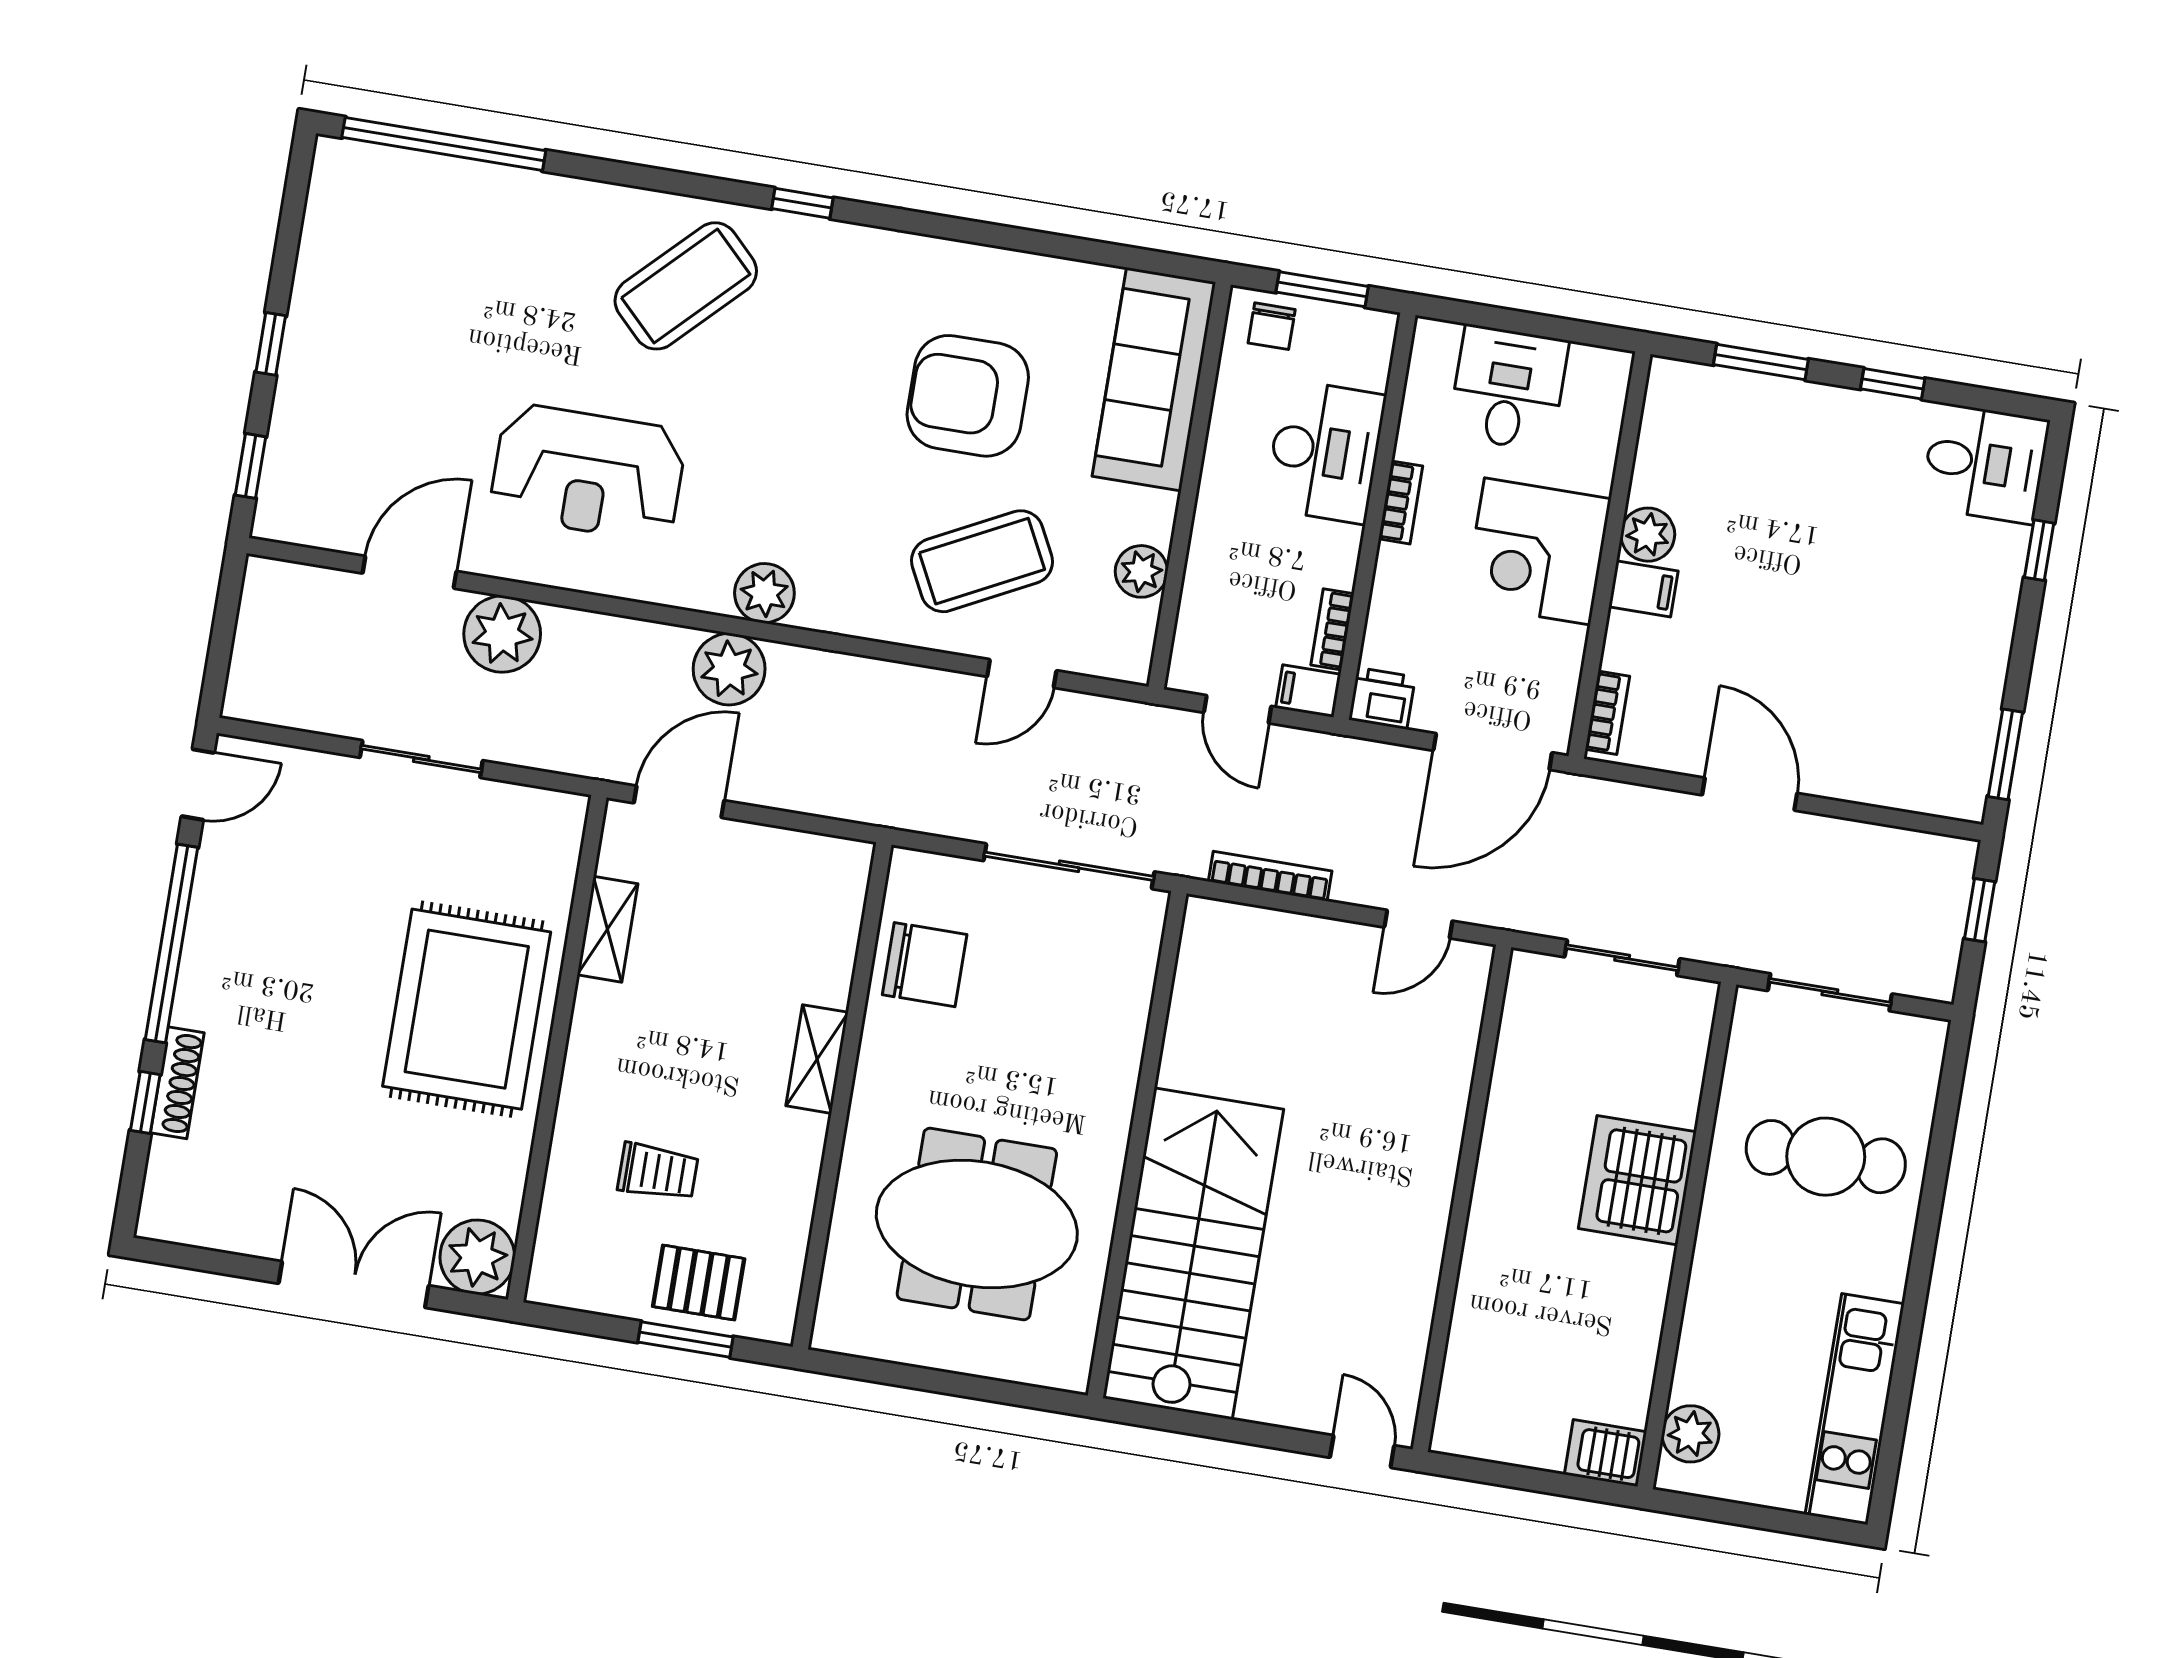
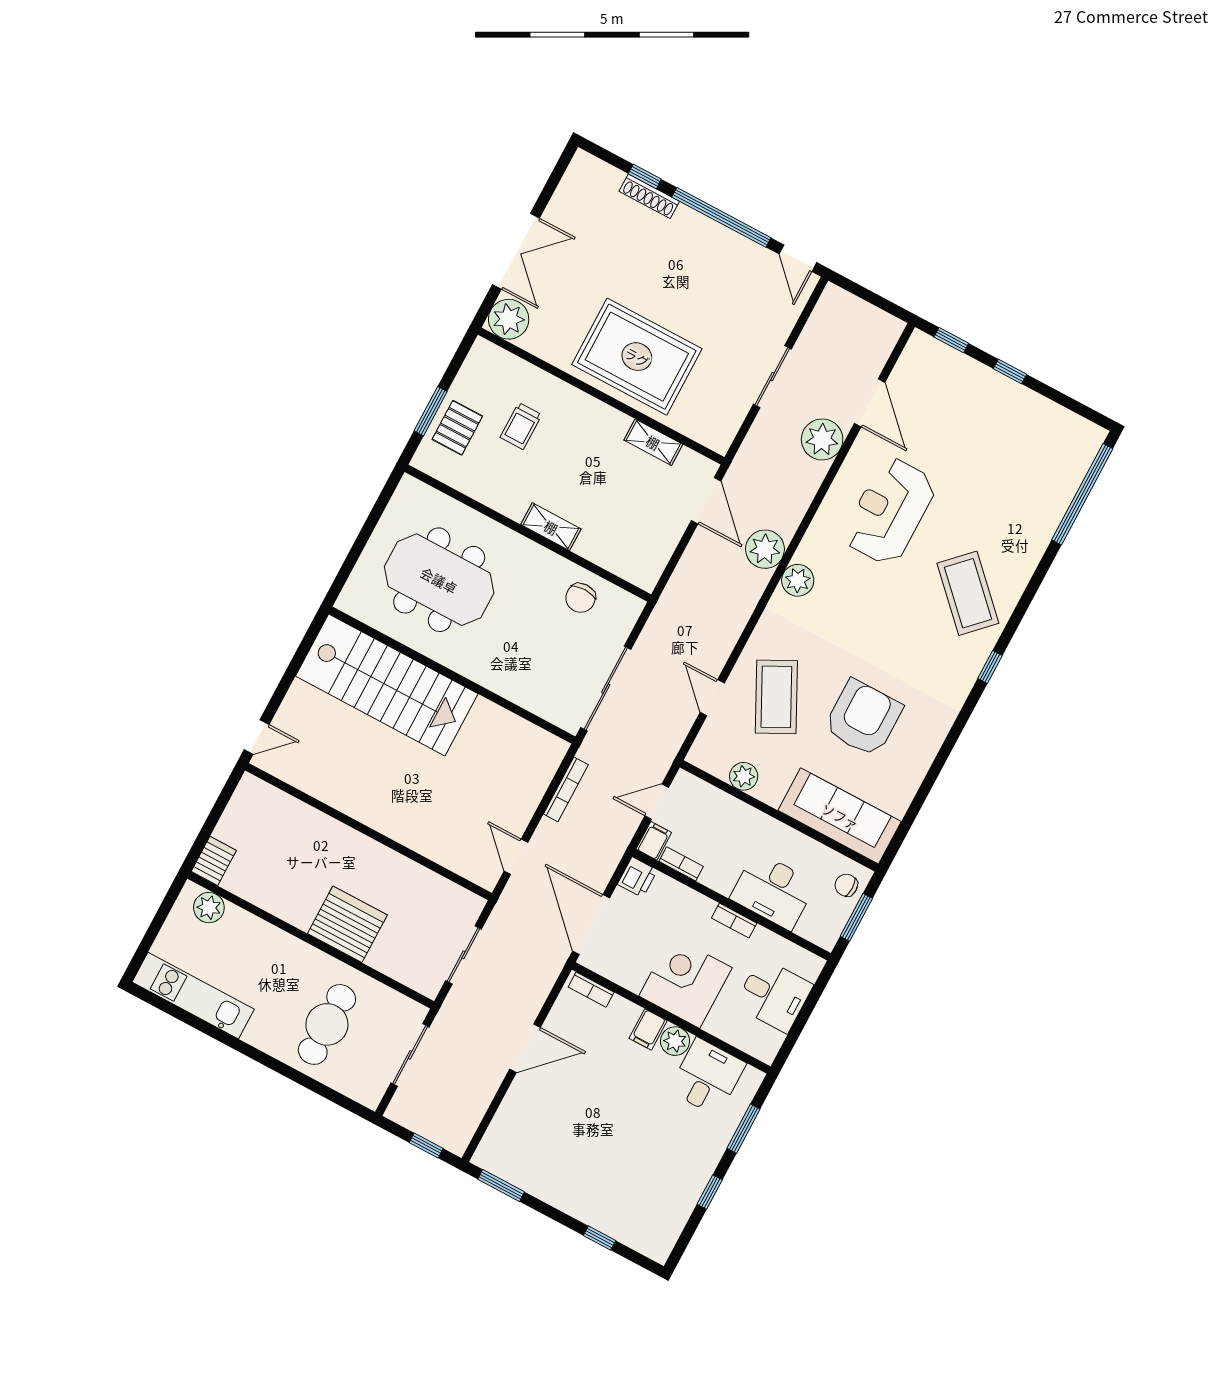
desk: (1985, 463) -> (707, 1077), moved, turned 180
chair: (925, 965) -> (581, 598), width x0.73, depth x0.73
meeting table: (977, 1224) -> (439, 580), turned 90

